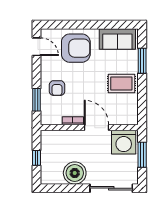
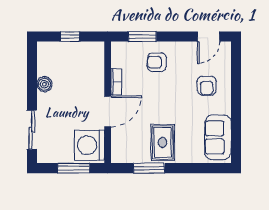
armchair: (76, 48) -> (207, 86), width x0.53, depth x0.53
window: (142, 61) -> (149, 168), moved
boiler: (75, 173) -> (44, 84), width x0.54, depth x0.54
sliding door: (111, 188) -> (32, 130), width x0.73

